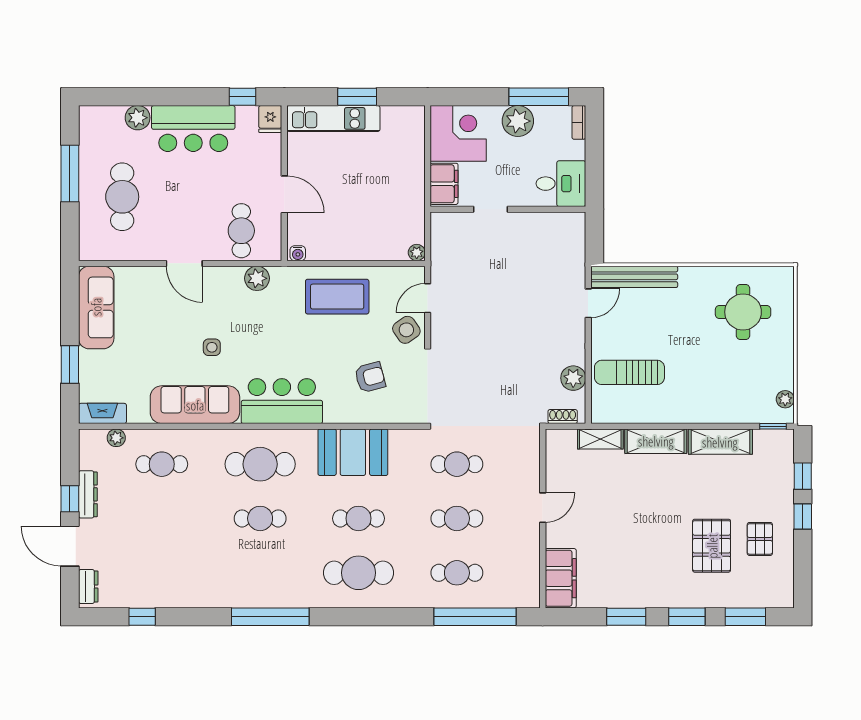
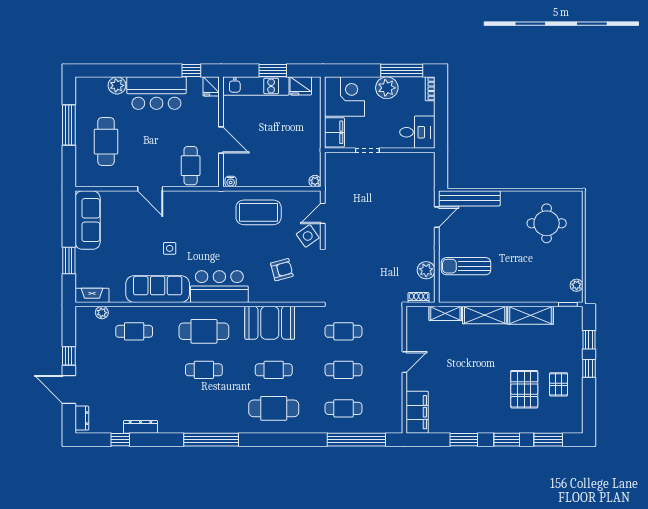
fridge: (397, 118) -> (301, 86), added
plant: (257, 278) -> (202, 199), removed
dresser: (88, 494) -> (141, 427), moved, turned -90

